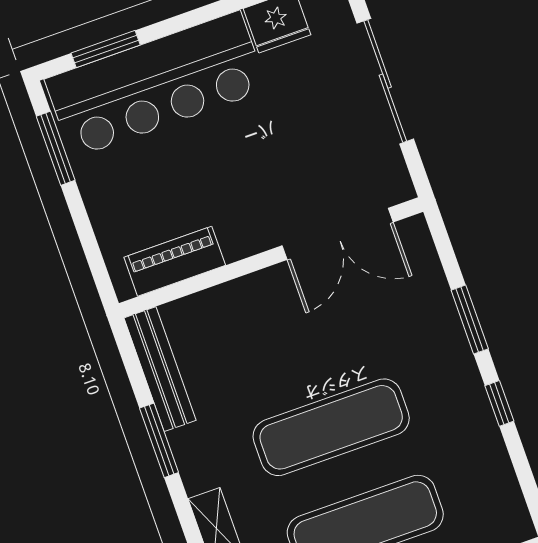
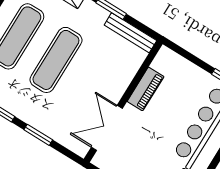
piano: (175, 261) -> (146, 89), moved

